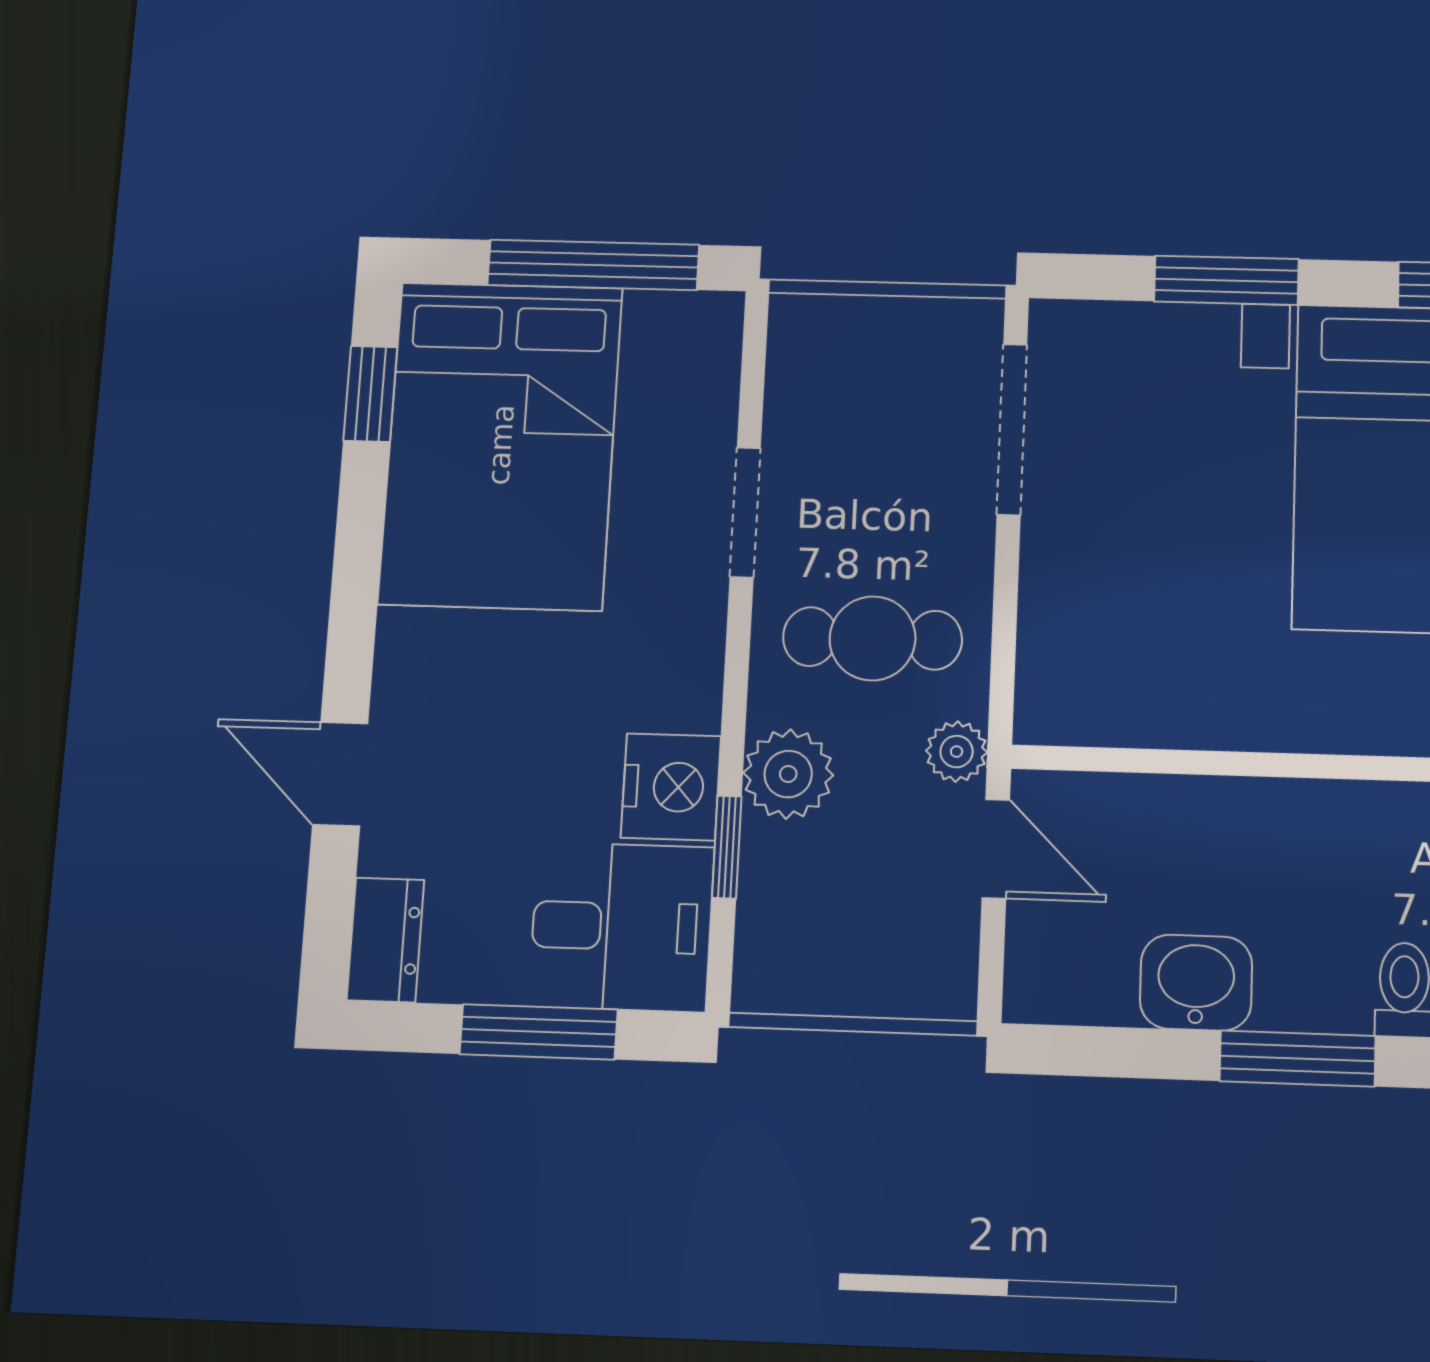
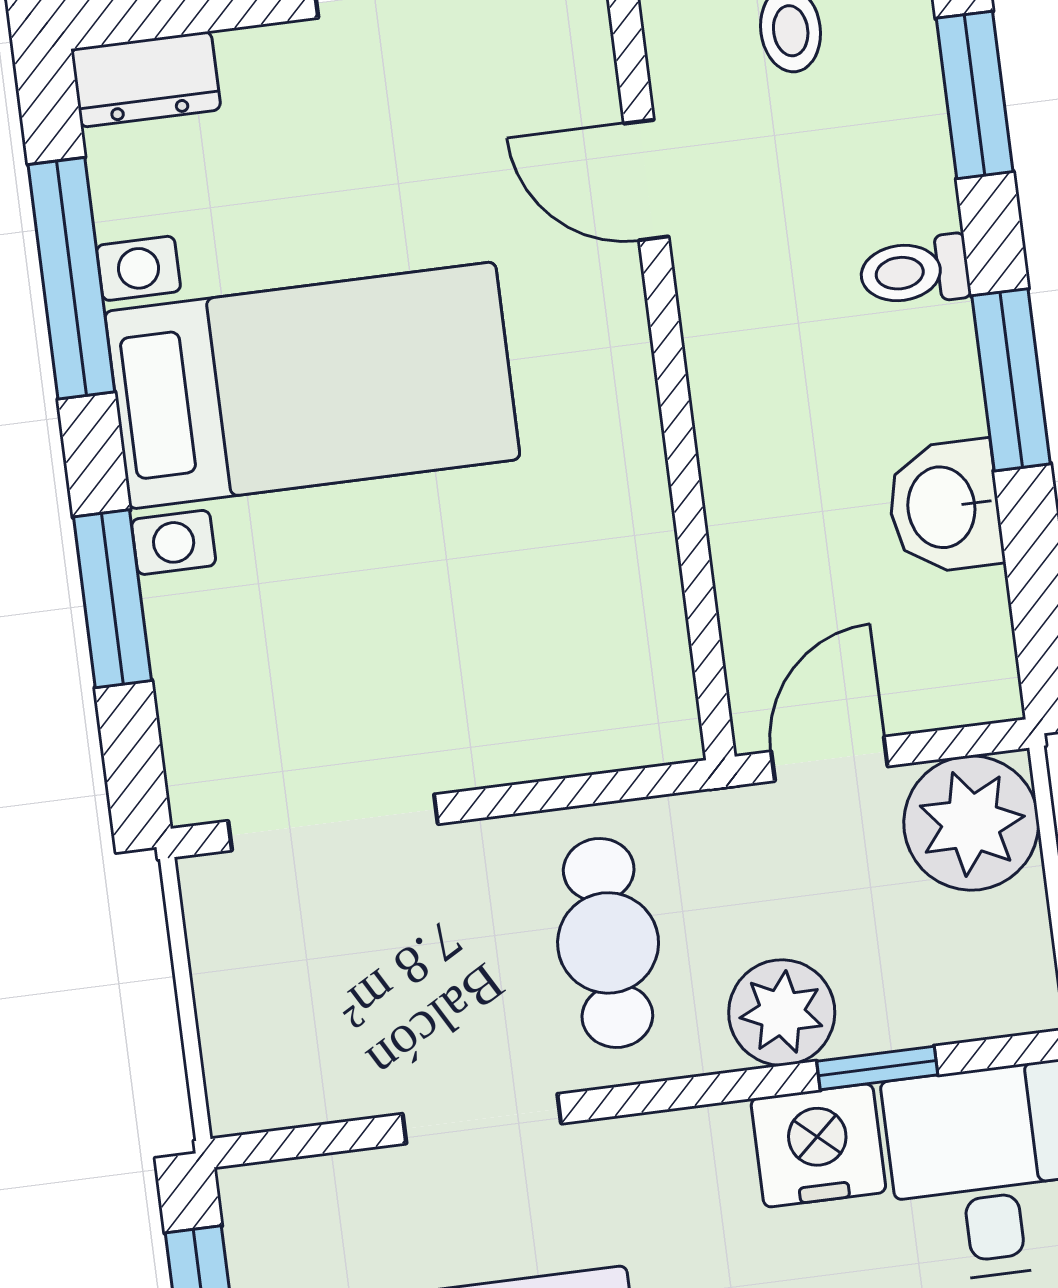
plant: (957, 752) -> (971, 823), moved, width x1.88, depth x1.88

